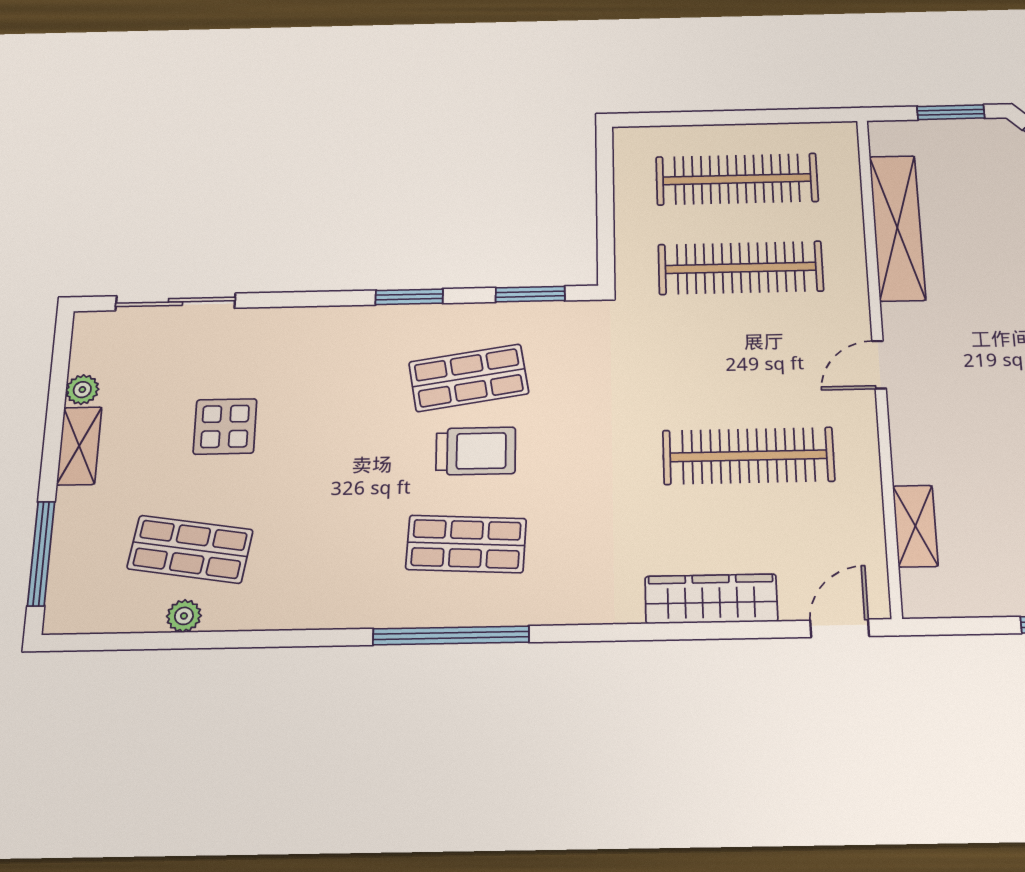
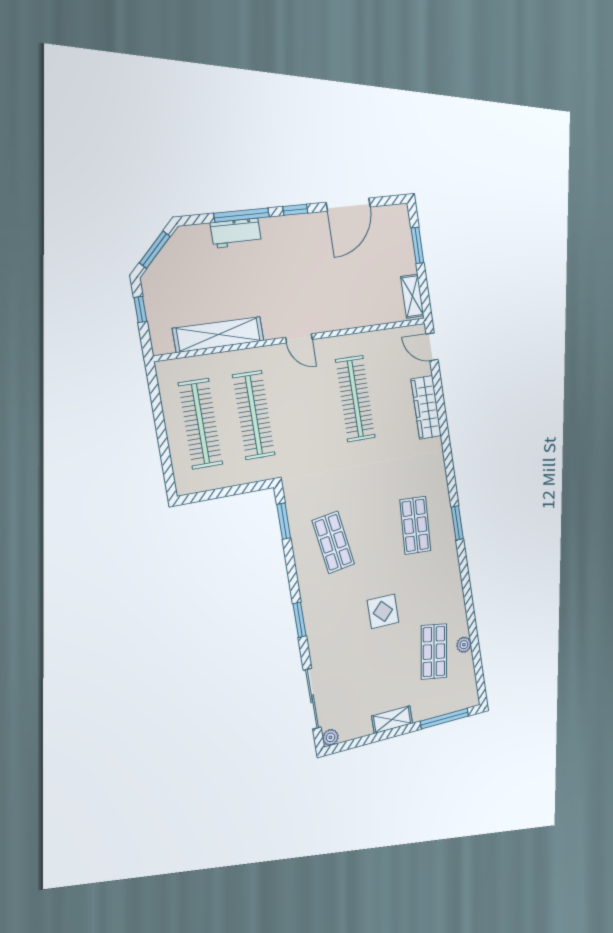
window: (951, 112) -> (140, 309), width x0.67
window: (409, 297) -> (299, 620), moved
plant: (82, 390) -> (330, 737), moved
display table: (225, 426) -> (383, 611), moved
trolley: (476, 451) -> (370, 531), removed
shelving: (915, 526) -> (412, 296), moved, turned 90
window: (451, 635) -> (457, 523), width x0.47

